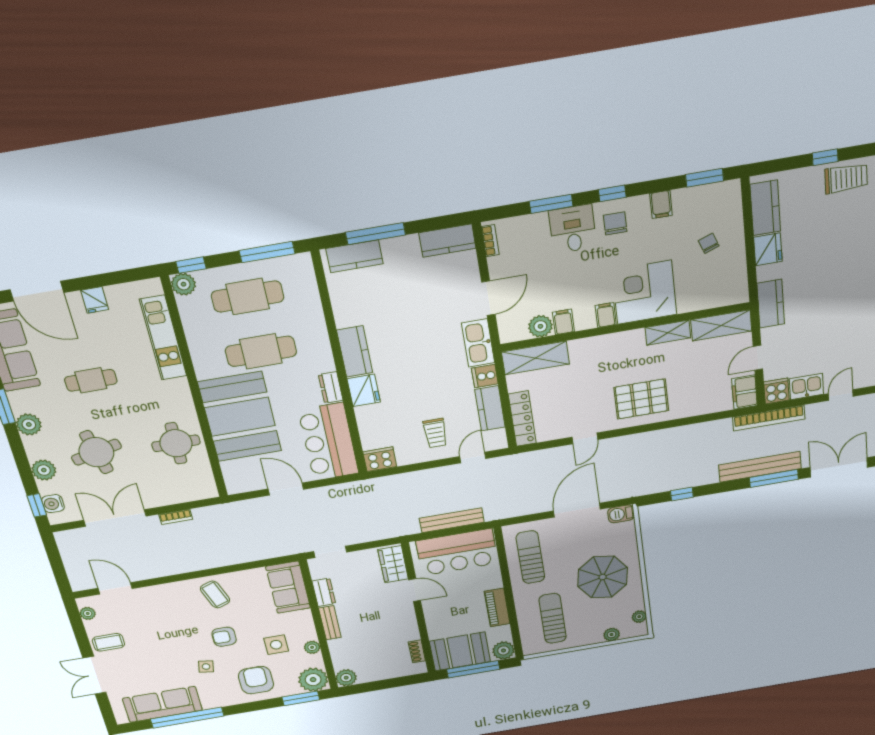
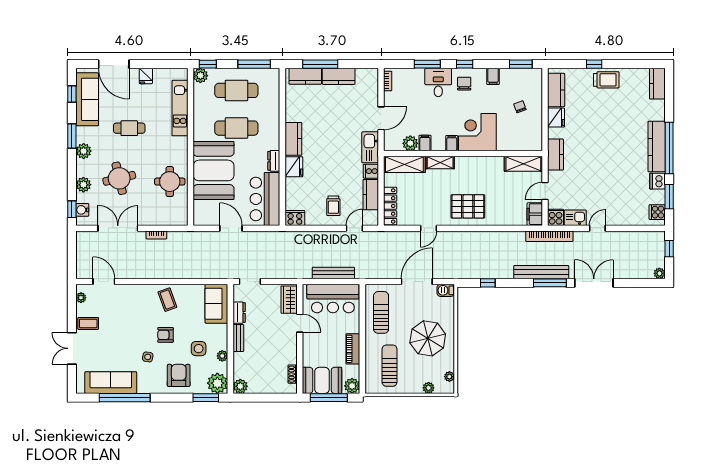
kitchen counter: (447, 241) -> (339, 76), moved
shelving: (668, 333) -> (440, 163), moved

